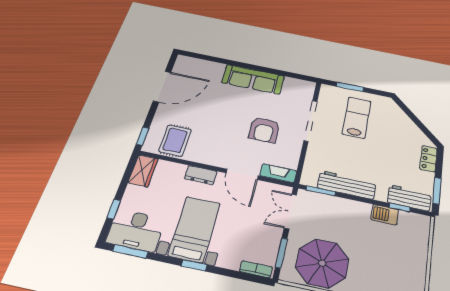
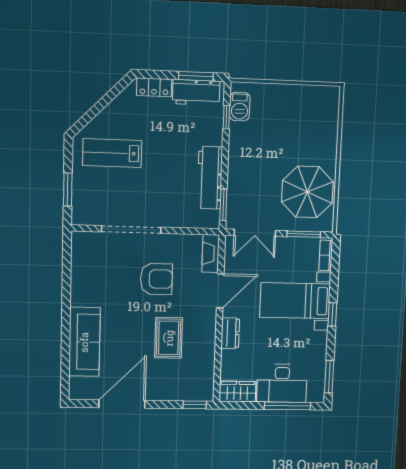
sofa: (253, 79) -> (84, 342), moved
door: (162, 87) -> (122, 404), hinge flipped
lab bench: (357, 117) -> (112, 153), moved
rug: (175, 140) -> (169, 338), moved, turned 90
workbench: (409, 198) -> (196, 92), moved, turned -90
window: (114, 209) -> (287, 406), width x2.17
barbecue: (385, 215) -> (240, 107), moved
bed with nightstands: (195, 229) -> (295, 301), moved
desk: (136, 230) -> (282, 383), moved, turned 90

